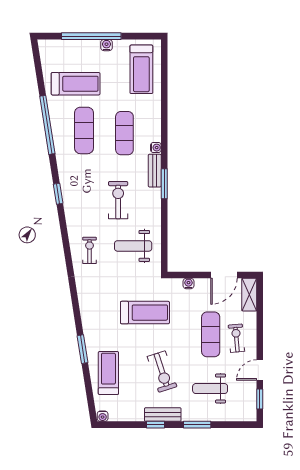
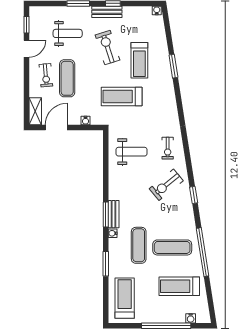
water cooler: (107, 45) -> (191, 318), moved
window: (164, 111) -> (106, 264), added
exercise mat: (84, 130) -> (172, 247), turned 90
window: (164, 184) -> (106, 214), moved
exercise bike: (118, 200) -> (166, 185), moved, turned 51
treadmill: (108, 373) -> (139, 60), moved

